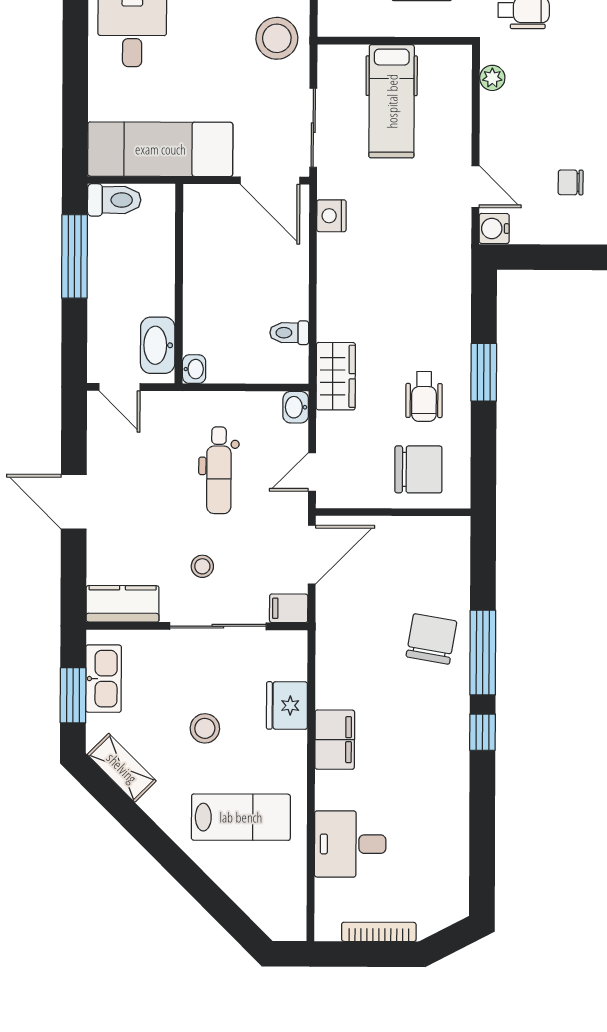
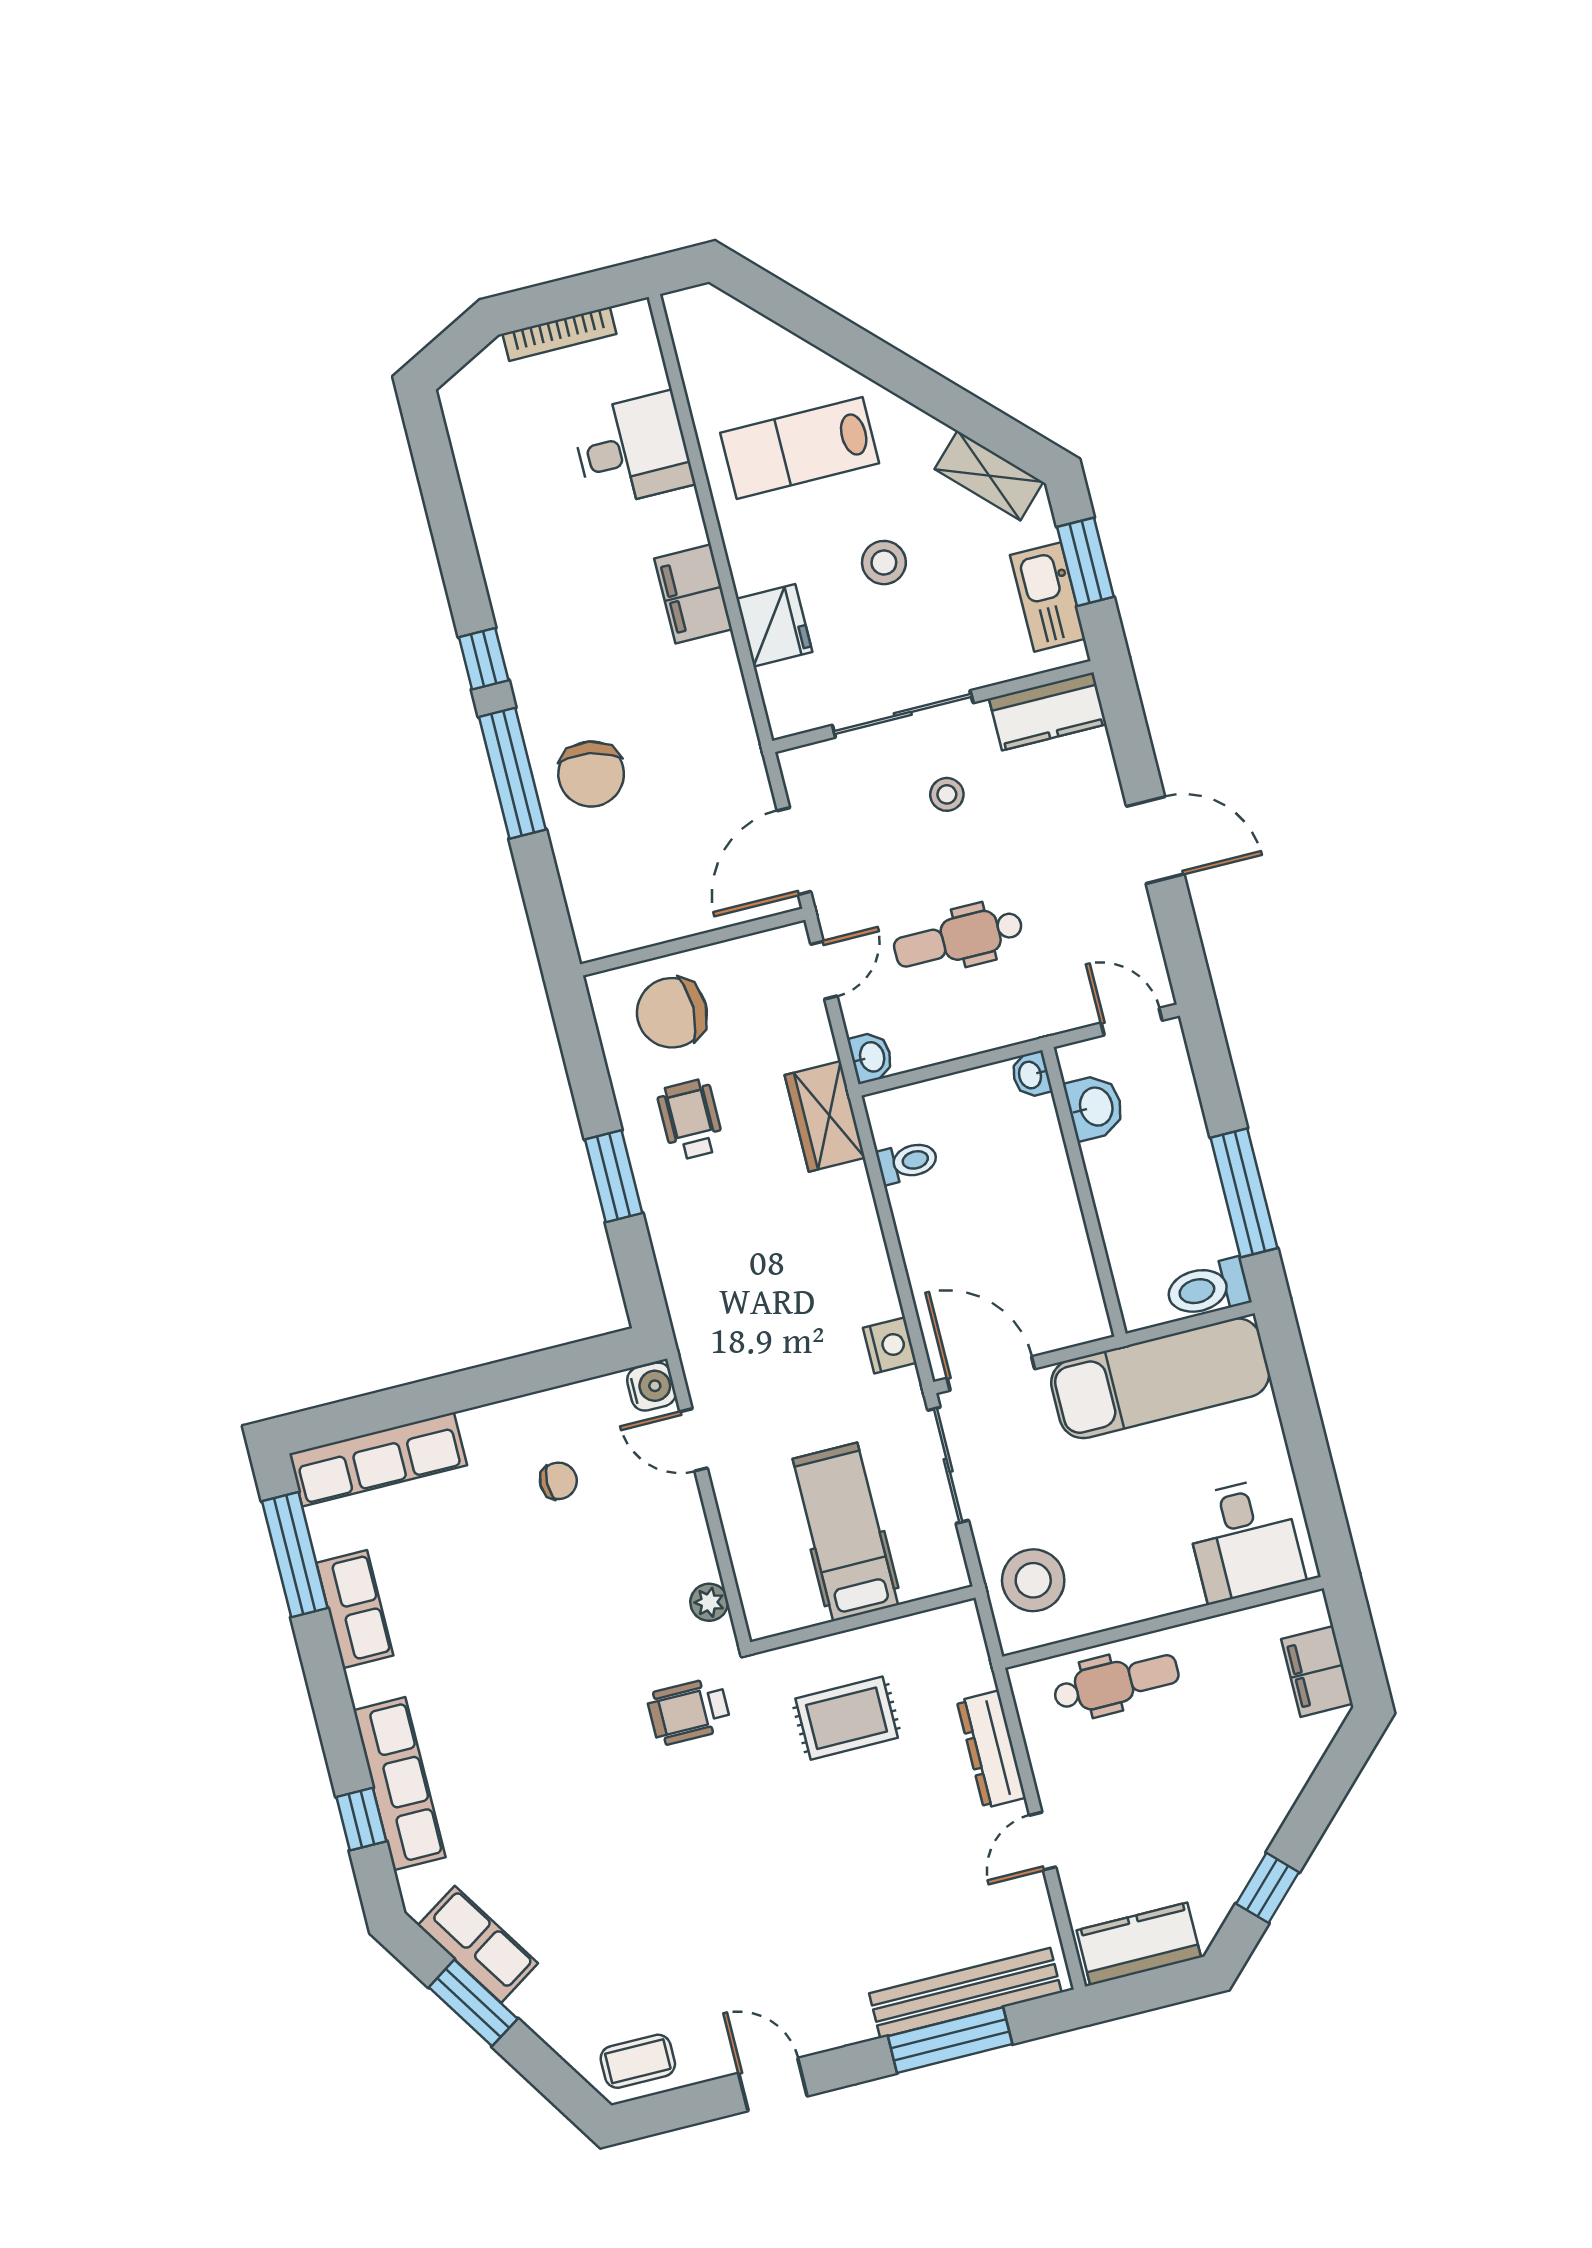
washbasin: (158, 345) -> (1095, 1107), width x0.72
dental chair: (219, 470) -> (958, 938), turned -90
filing cabinet: (289, 608) -> (808, 766), removed

